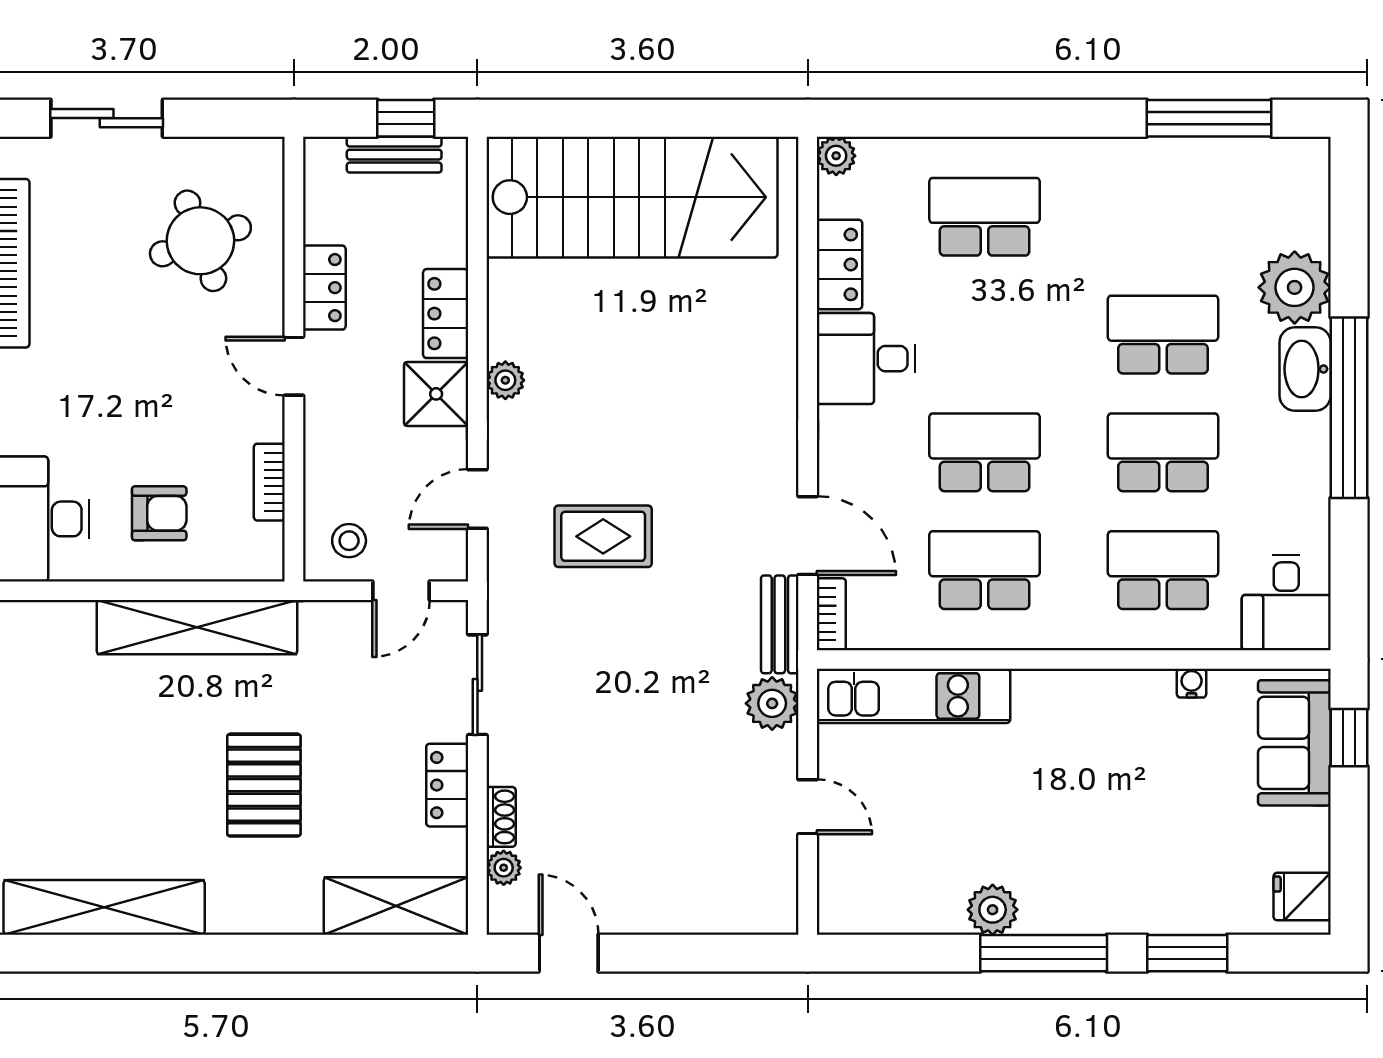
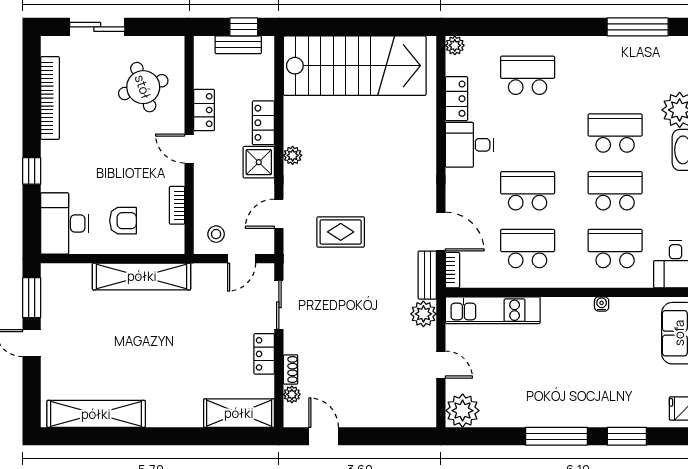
water cooler: (1192, 683) -> (602, 304), moved
pallet: (264, 785) -> (174, 354), removed
plant: (993, 910) -> (463, 411), moved, width x1.36, depth x1.36

